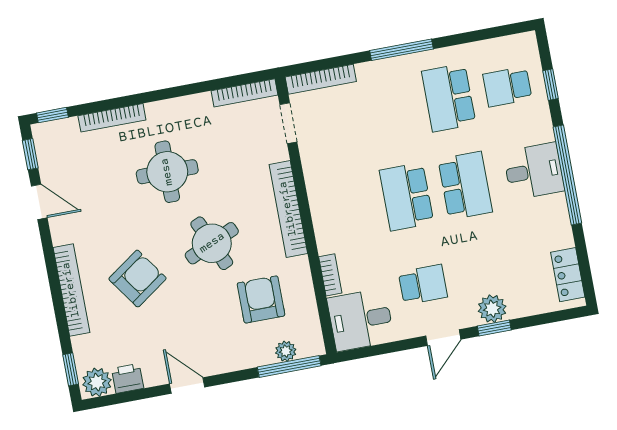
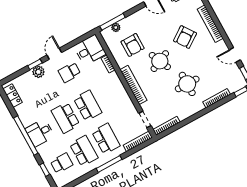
school desk: (390, 109) -> (106, 139), added

